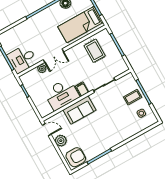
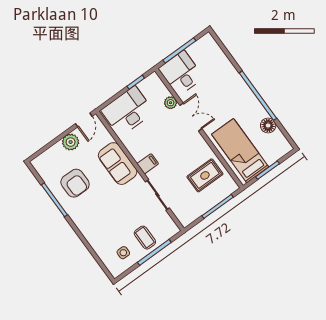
double door: (53, 56) -> (191, 117), swing flipped
desk: (62, 94) -> (127, 111), moved, turned 90
armchair: (76, 157) -> (75, 183), moved

